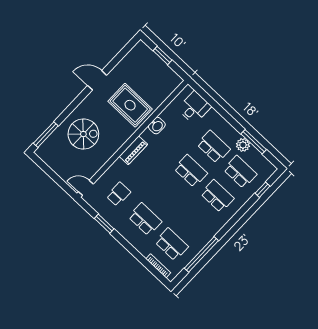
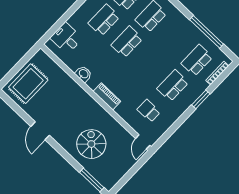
window: (162, 55) -> (17, 68), removed
rug: (130, 105) -> (28, 84), moved
window: (104, 224) -> (201, 99), moved

